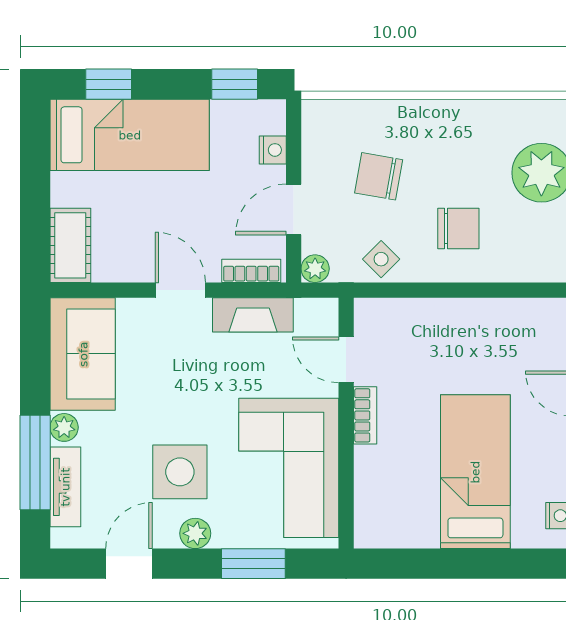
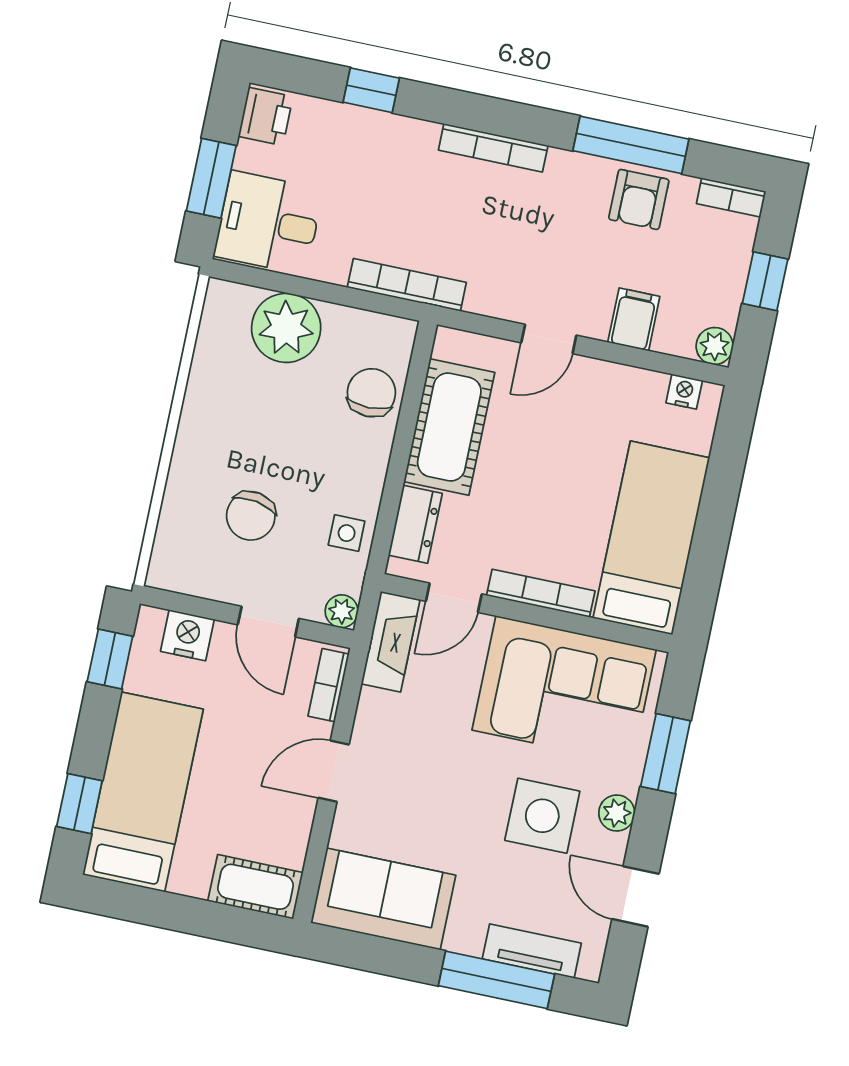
nightstand: (273, 150) -> (187, 635), width x1.39, depth x1.35
chair: (458, 229) -> (371, 393), moved
side table: (381, 259) -> (347, 533), turned 45
fireplace: (253, 315) -> (391, 642), moved
dresser: (401, 315) -> (415, 524), added
cot: (487, 326) -> (449, 427), added
bookcase: (365, 415) -> (541, 593), width x1.56
plant: (64, 427) -> (463, 938), removed
bed: (475, 472) -> (651, 538), moved, turned 90

